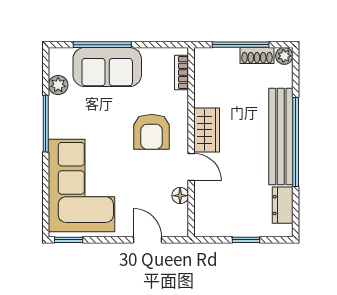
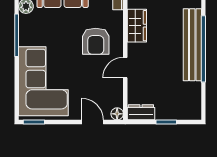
wardrobe: (207, 130) -> (137, 26), moved
door: (191, 167) -> (125, 68), swing flipped
floor lamp: (180, 196) -> (117, 114), moved
dresser: (283, 205) -> (141, 112), moved, turned 90

